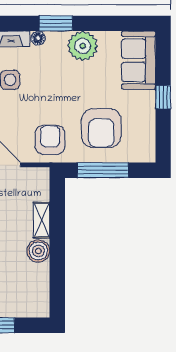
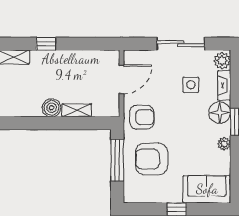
floor lamp: (38, 38) -> (220, 113), width x1.89, depth x1.89
plant: (83, 46) -> (224, 144), width x0.53, depth x0.53

